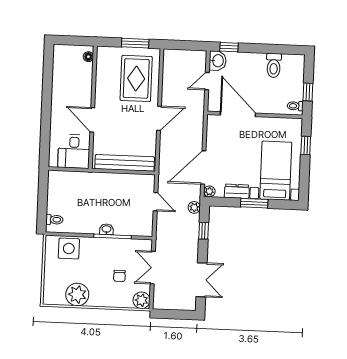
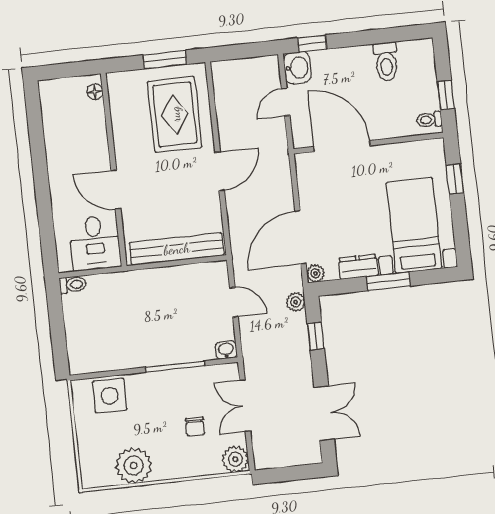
toilet: (54, 220) -> (73, 285), moved
washbasin: (106, 229) -> (226, 350), moved

